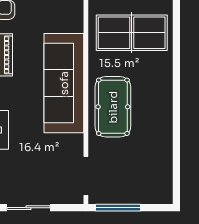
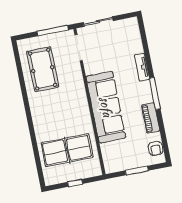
pool table: (113, 107) -> (43, 69), moved
sliding door: (28, 208) -> (98, 22), moved

